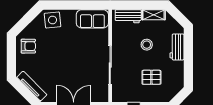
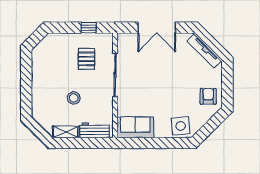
armchair: (28, 46) -> (208, 96), turned 90
workbench: (177, 47) -> (39, 95), removed
pallet: (151, 77) -> (87, 59), moved, turned 90

